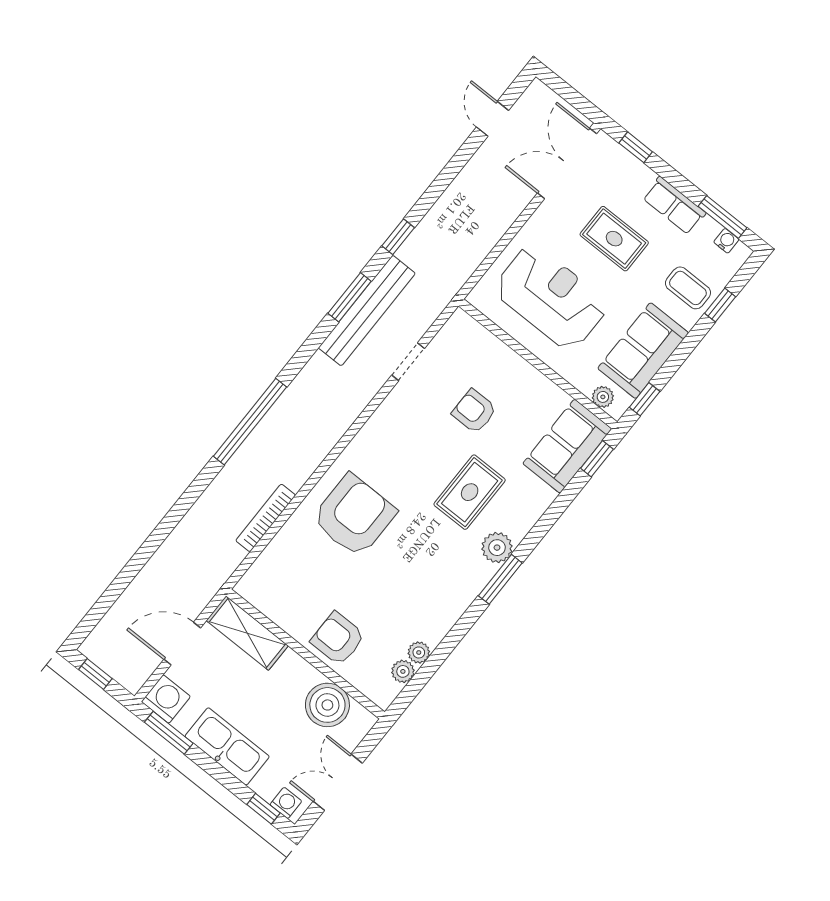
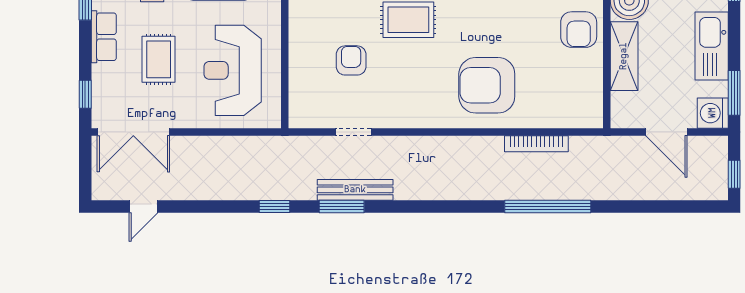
bench: (367, 311) -> (355, 190), width x0.73, depth x0.82
armchair: (474, 411) -> (351, 60), turned 180
window: (250, 422) -> (548, 206), moved
shelving: (247, 633) -> (624, 56), moved

